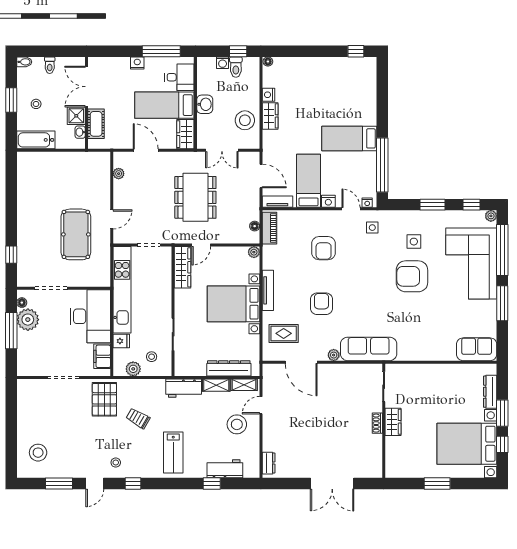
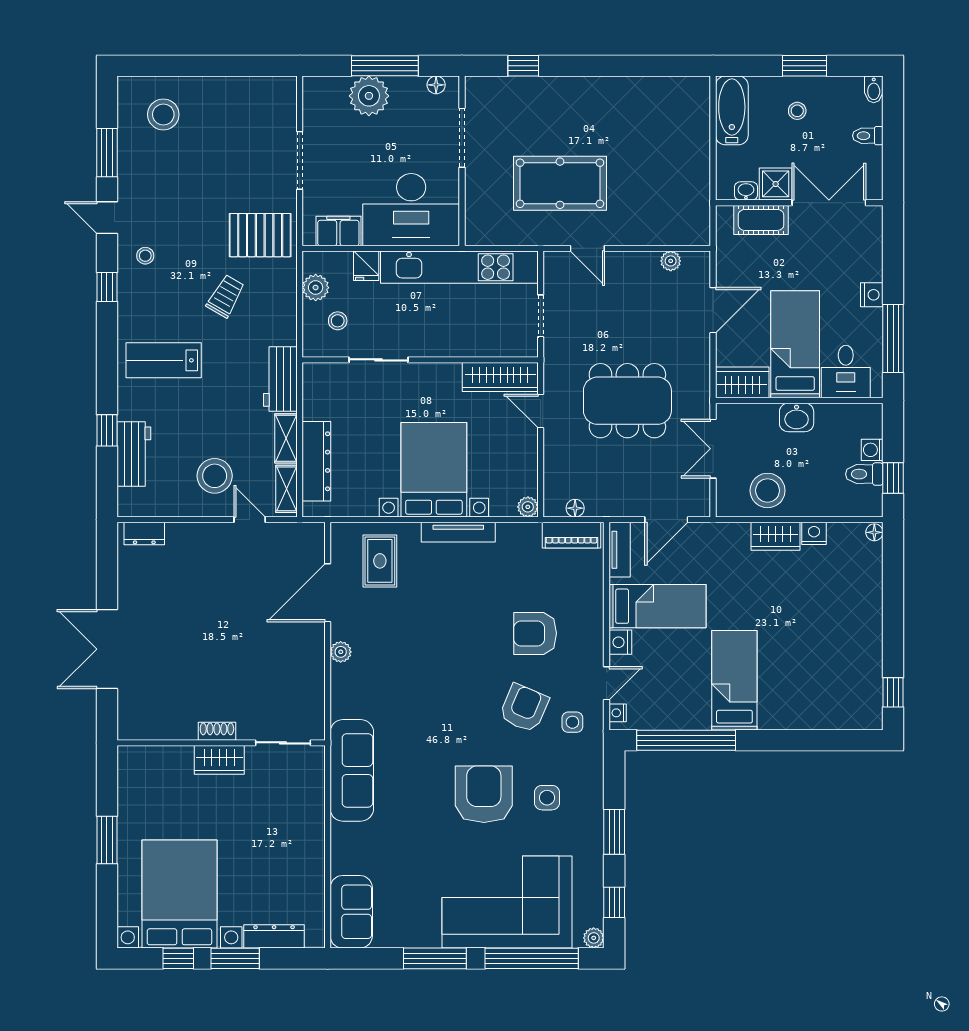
armchair: (322, 304) -> (524, 708), moved, turned -67
plant: (28, 320) -> (369, 96), moved
sofa: (369, 349) -> (352, 770), moved

